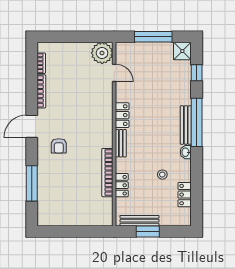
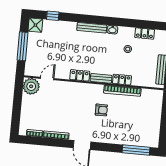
window: (197, 122) -> (91, 19), removed
armchair: (59, 146) -> (101, 110), moved
window: (32, 183) -> (136, 150), moved
locker: (122, 185) -> (122, 80), moved

